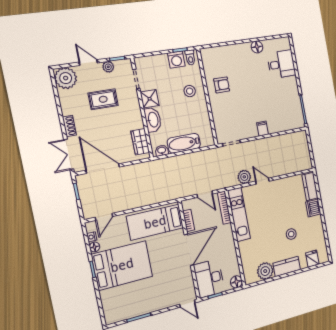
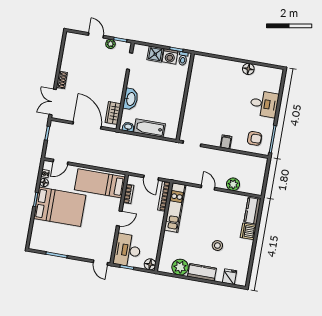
desk: (281, 64) -> (264, 104), moved
plant: (66, 78) -> (73, 42), removed
armchair: (222, 85) -> (255, 138), moved
stool: (190, 91) -> (171, 86), removed
rug: (103, 99) -> (96, 68), removed
shower: (150, 99) -> (155, 54), moved
door: (103, 169) -> (87, 125), moved
plant: (244, 177) -> (233, 184), moved
door: (189, 250) -> (119, 218), width x0.53

